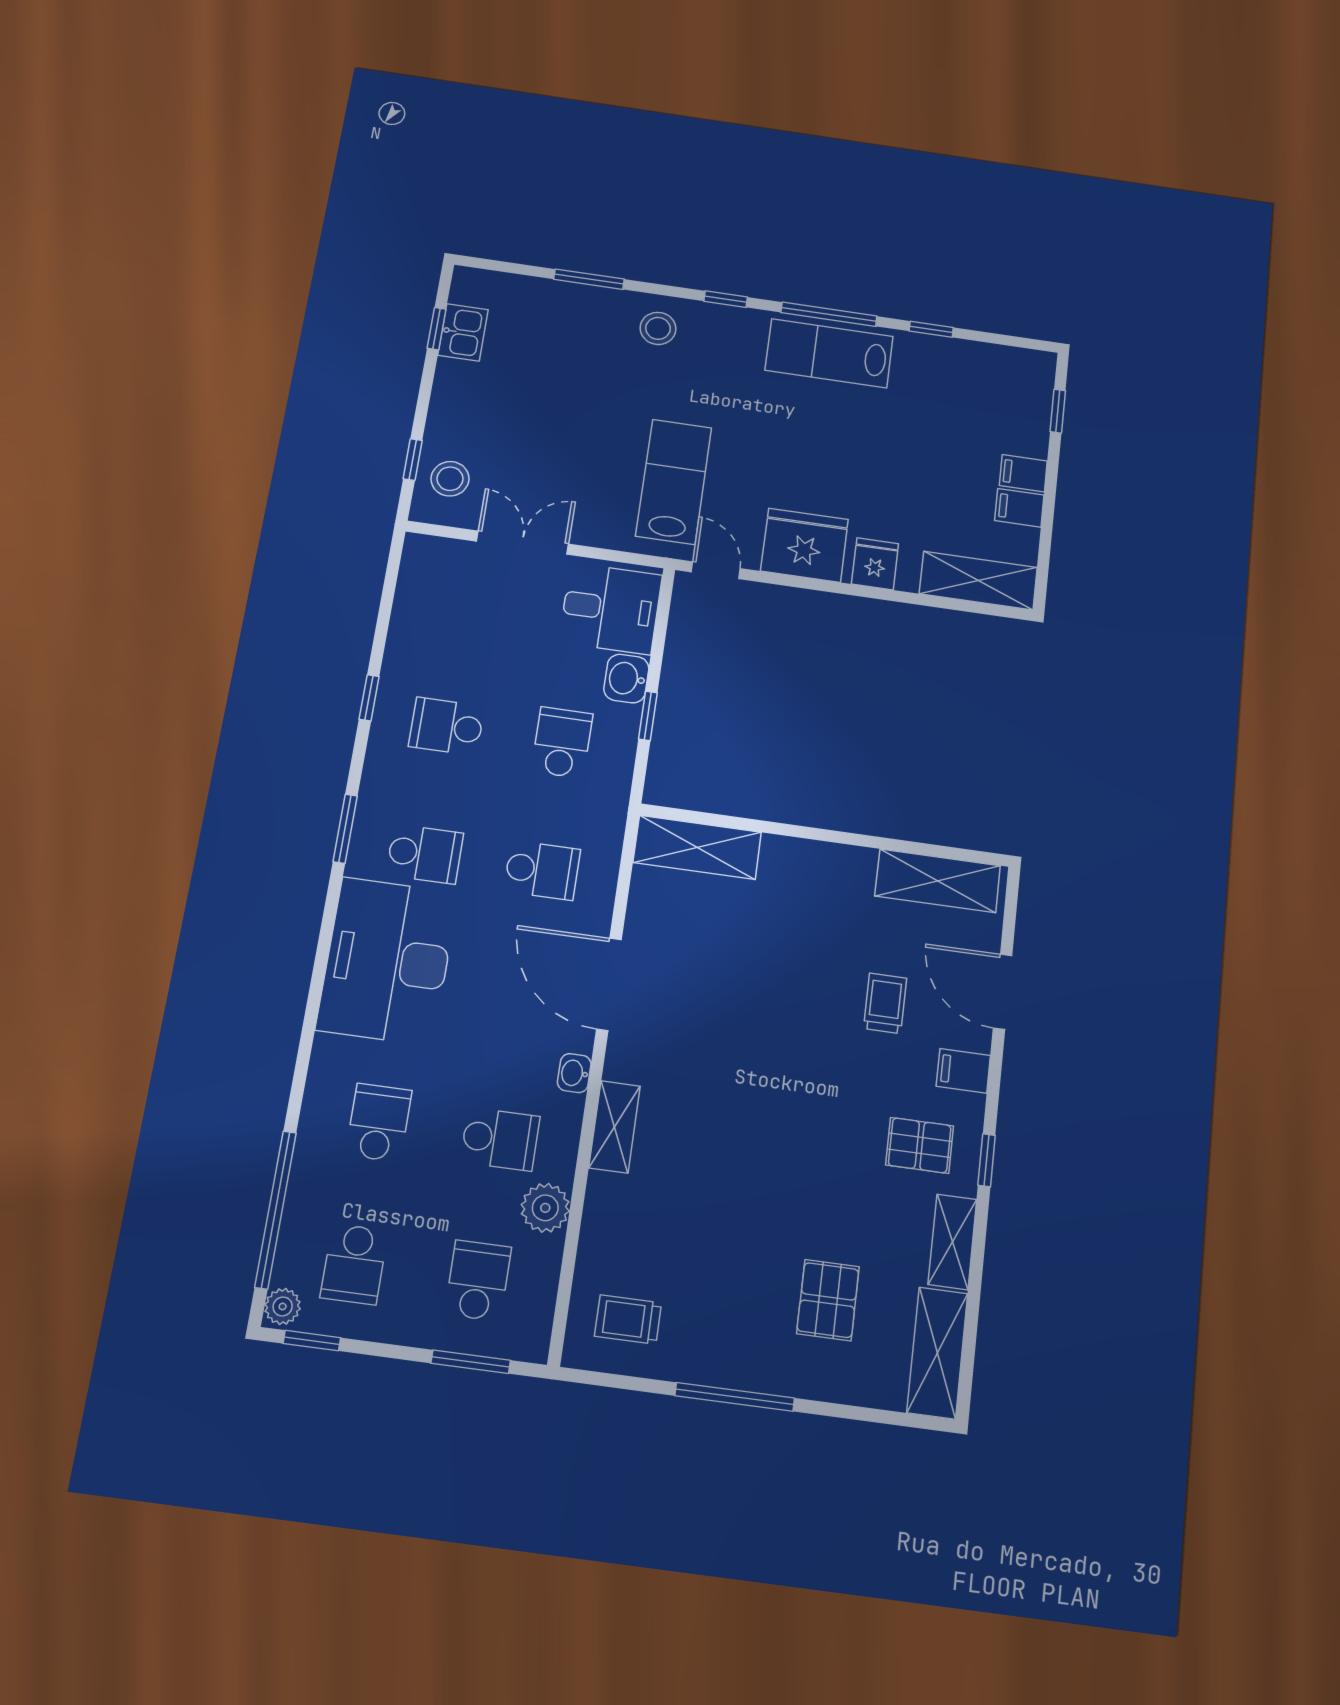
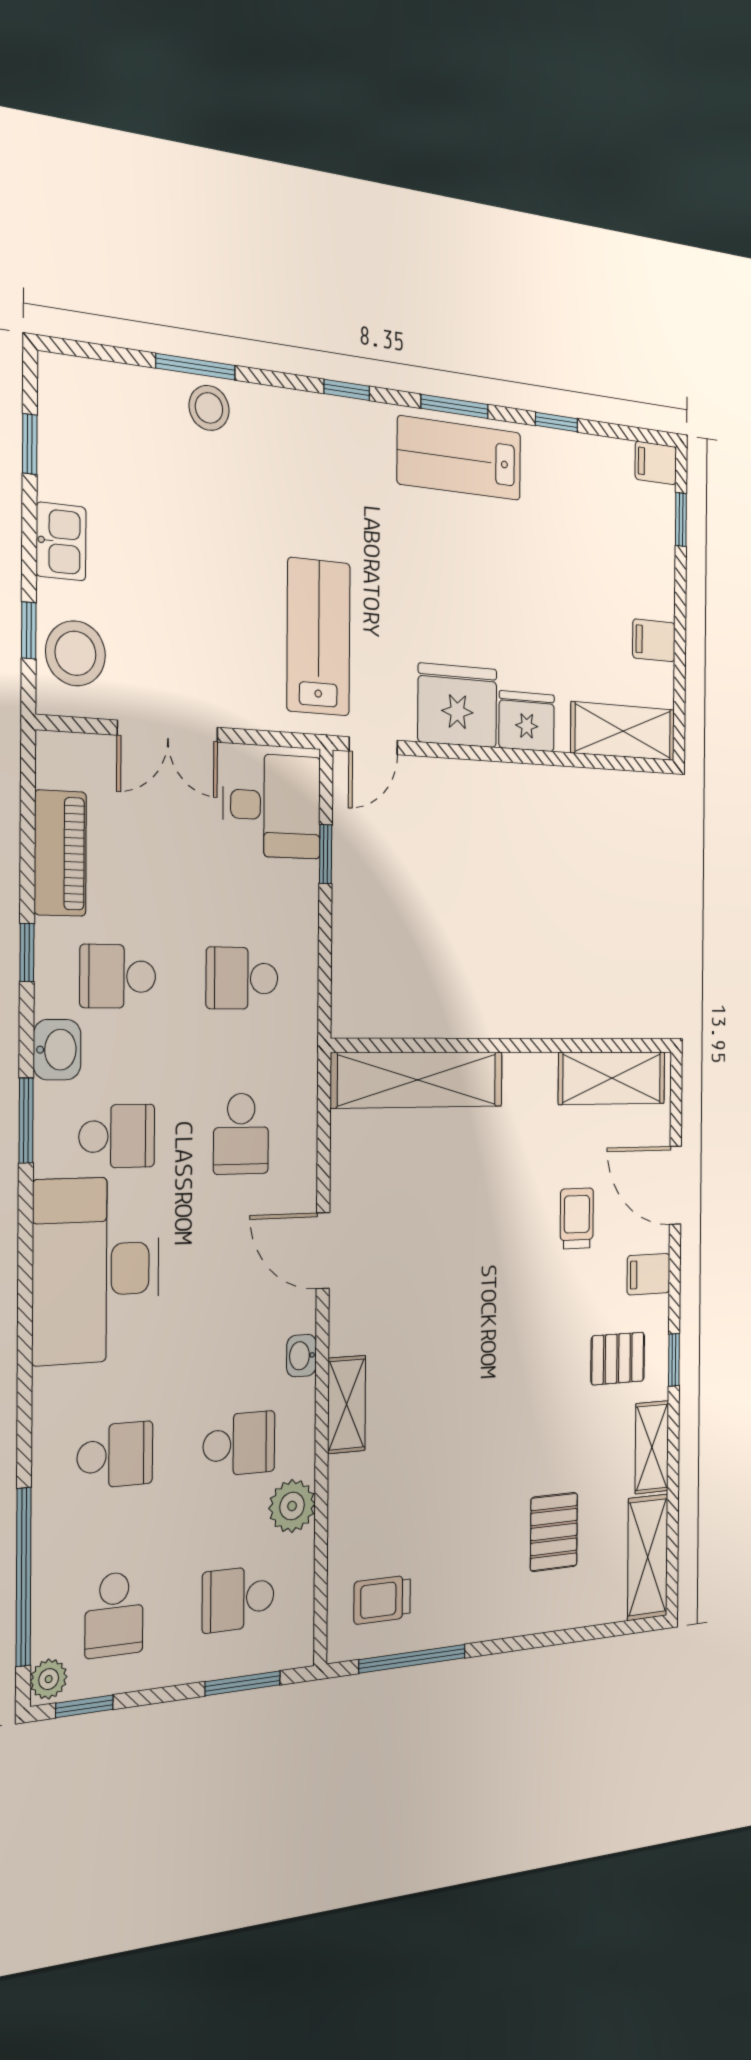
window: (829, 314) -> (455, 406), width x0.69
stool: (658, 328) -> (209, 408), moved
kitchen sink: (463, 332) -> (61, 542), moved
filing cabinet: (1023, 473) -> (656, 463), moved
stool: (450, 479) -> (76, 653), width x1.38, depth x1.38
double door: (523, 543) -> (168, 731), swing flipped
fridge: (875, 564) -> (527, 721), width x1.38
door: (716, 570) -> (373, 746), swing flipped
piano: (411, 626) -> (60, 853), added
washbasin: (626, 679) -> (57, 1050), moved, turned 180
window: (648, 716) -> (326, 854), moved
school desk: (562, 743) -> (242, 978), turned -90
shelving: (697, 847) -> (418, 1080), width x1.47
school desk: (542, 870) -> (241, 1134), turned 90
door: (609, 984) -> (323, 1251), width x0.73
school desk: (379, 1123) -> (115, 1455), turned 90
school desk: (478, 1281) -> (238, 1599), turned -90
window: (735, 1397) -> (412, 1659), moved

